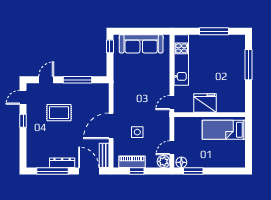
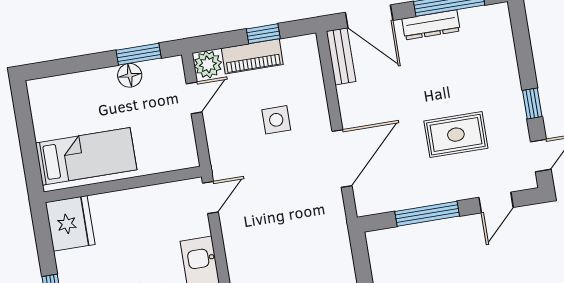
fridge: (205, 103) -> (70, 223), moved, turned -90
door: (111, 126) -> (342, 158), moved
piano: (132, 162) -> (252, 56), moved
floor lamp: (181, 162) -> (130, 75), moved

